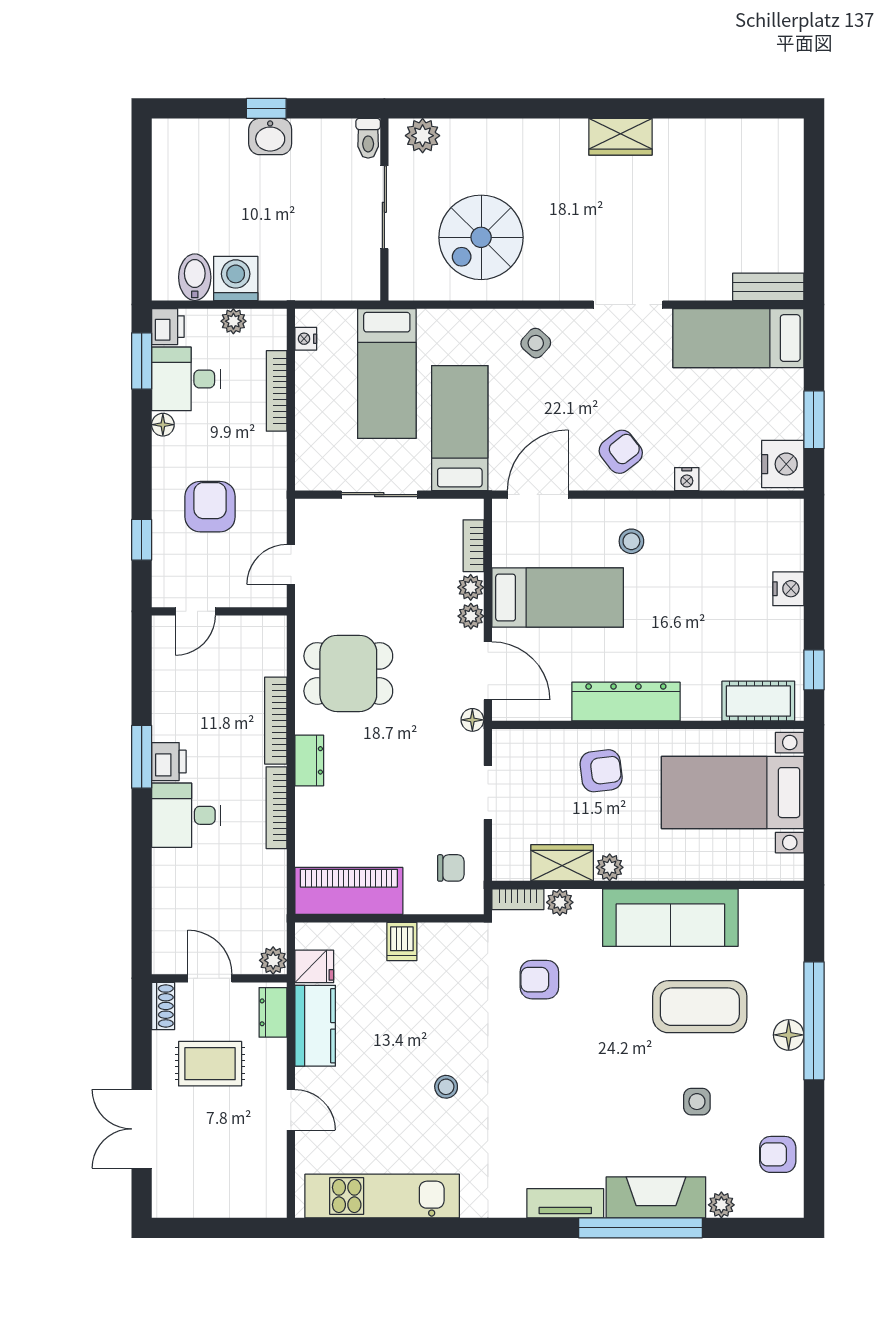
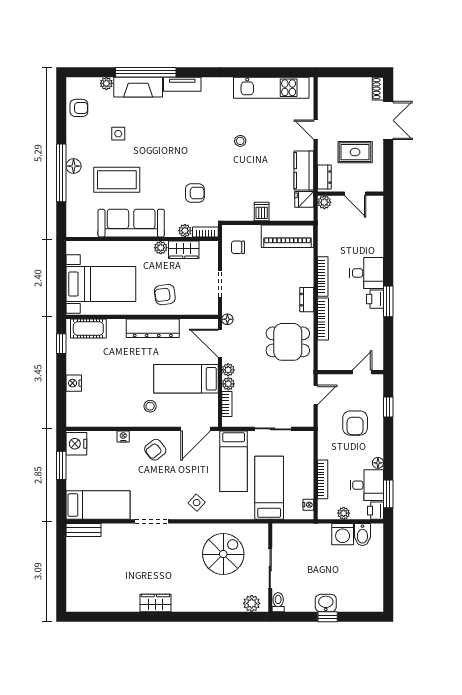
shoe rack: (163, 1006) -> (378, 89), moved

